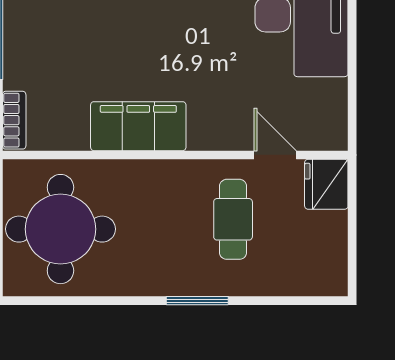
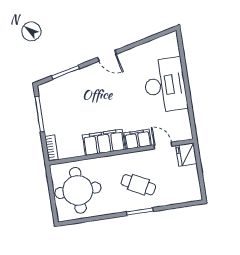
filing cabinet: (218, 131) -> (138, 139), added
cafe table: (233, 219) -> (138, 185), moved, turned -62

